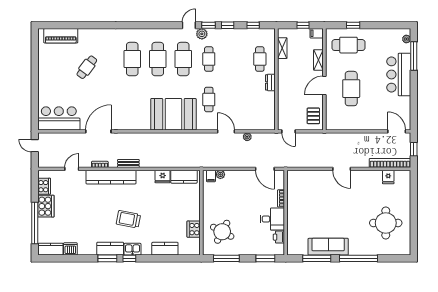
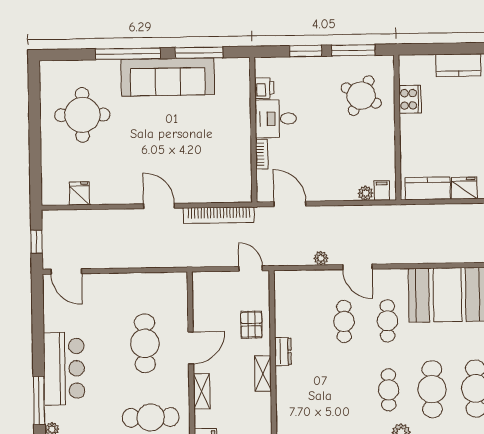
shelving: (282, 48) -> (263, 374), moved
cafe table: (260, 59) -> (344, 322), moved
pallet: (313, 116) -> (251, 325), moved
bookcase: (390, 163) -> (219, 215), moved
sofa: (328, 247) -> (168, 77), width x1.36, depth x1.27
window: (265, 258) -> (306, 51), moved

